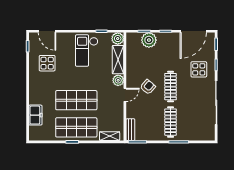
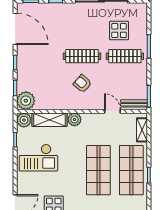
plant: (149, 40) -> (26, 101), moved
display table: (199, 69) -> (119, 31), moved
door: (125, 95) -> (112, 111), moved

